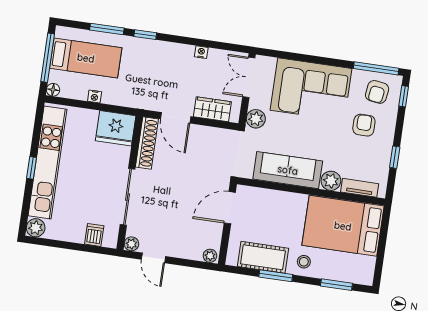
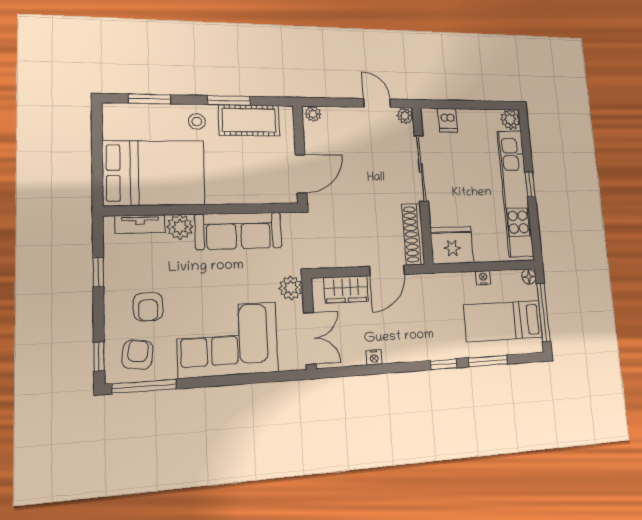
door: (176, 118) -> (387, 270), swing flipped

